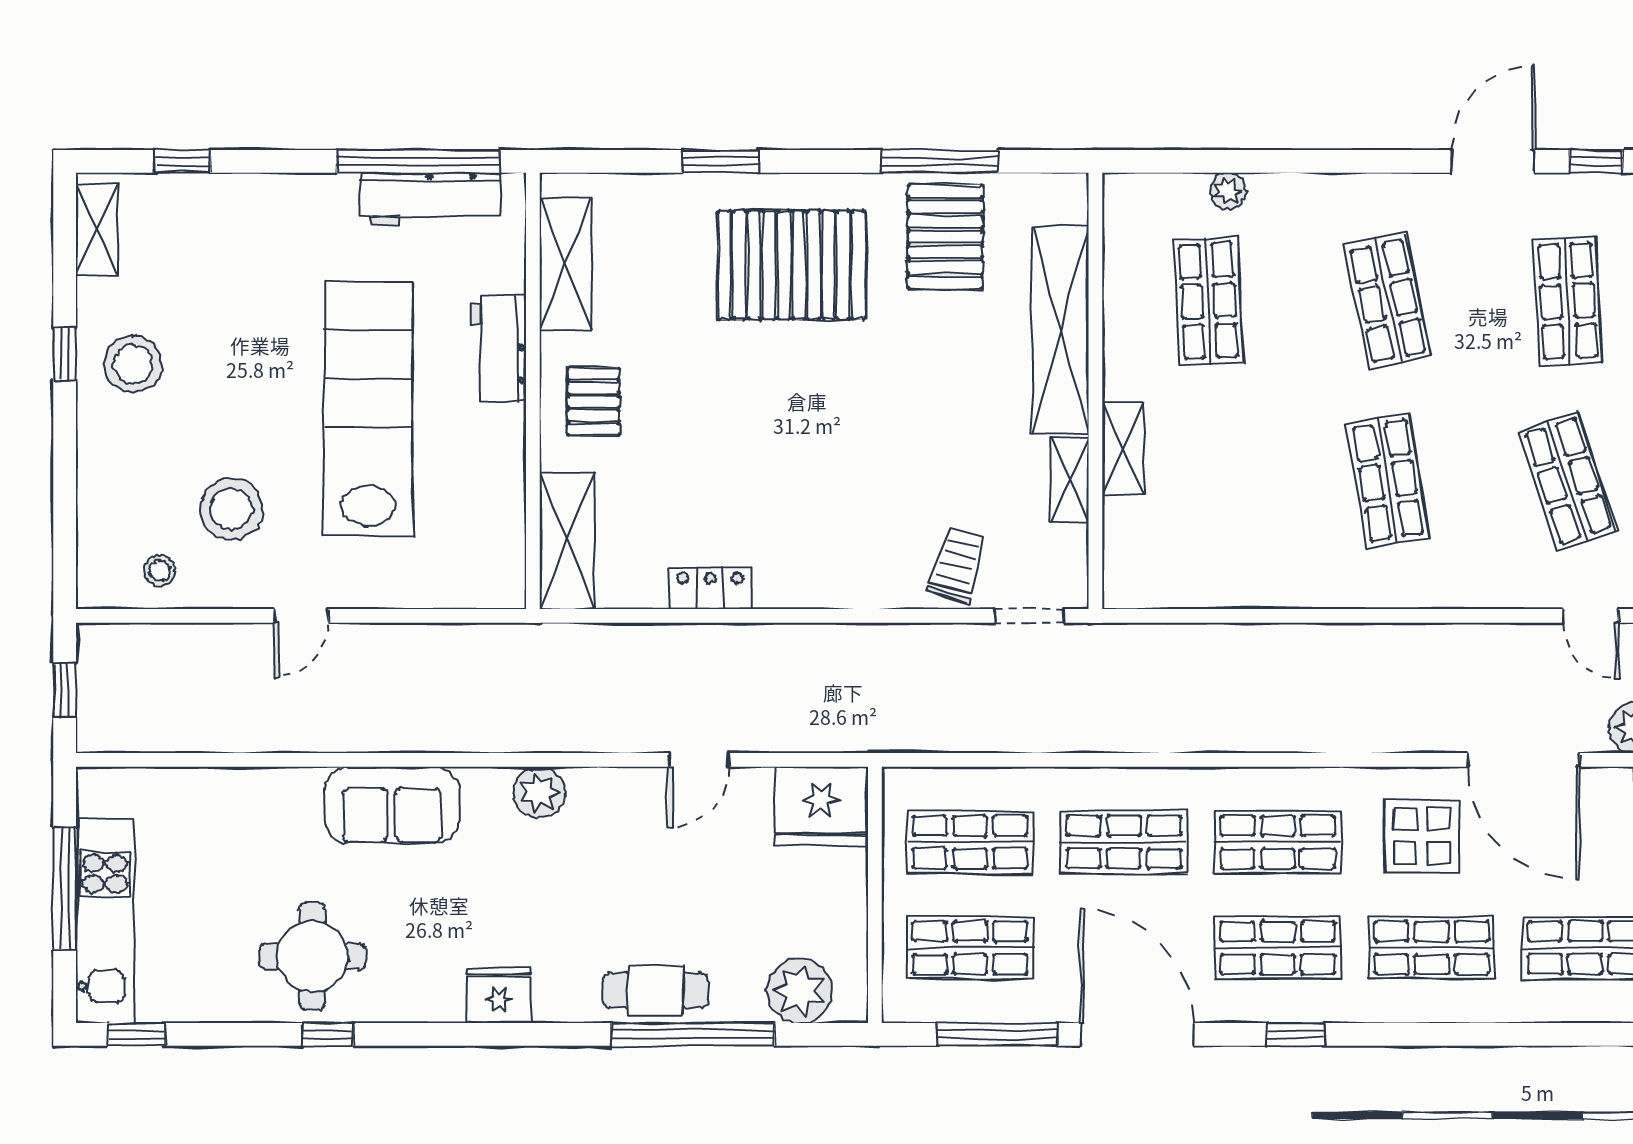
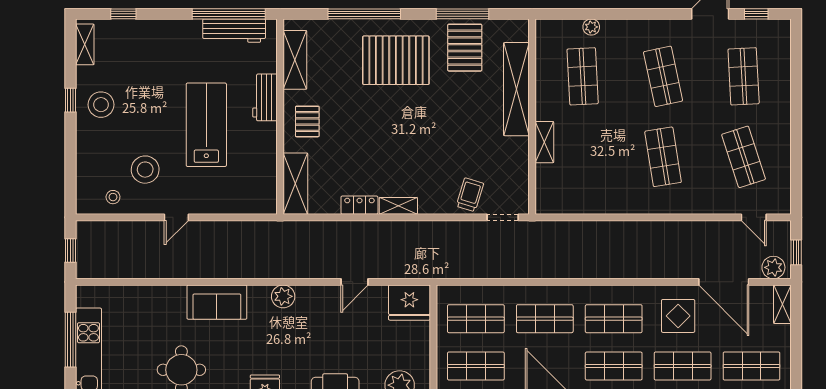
window: (721, 161) -> (364, 14), width x2.11
lab bench: (368, 409) -> (206, 125), width x0.73
shelving: (1070, 480) -> (398, 206), moved, turned 90

